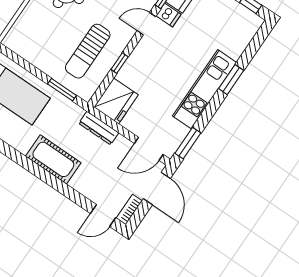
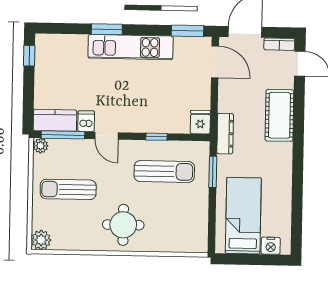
fridge: (116, 101) -> (200, 122), width x0.53, depth x0.75
dresser: (99, 128) -> (225, 134), moved
cot: (53, 159) -> (279, 115), moved

